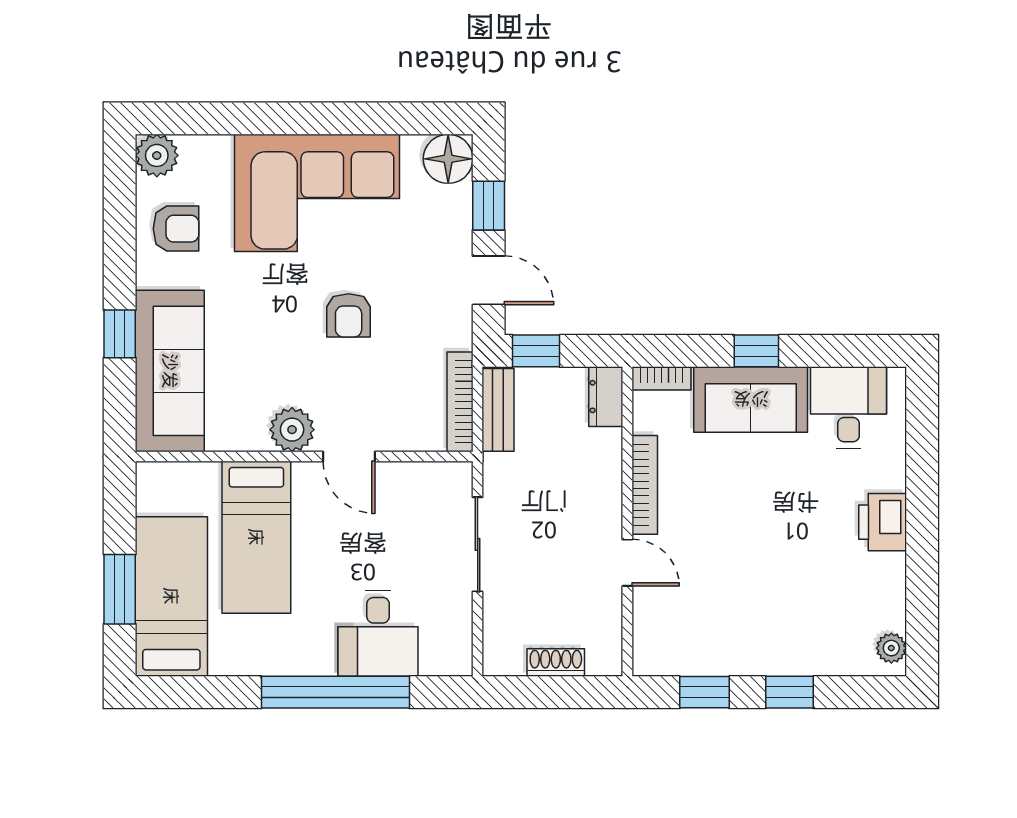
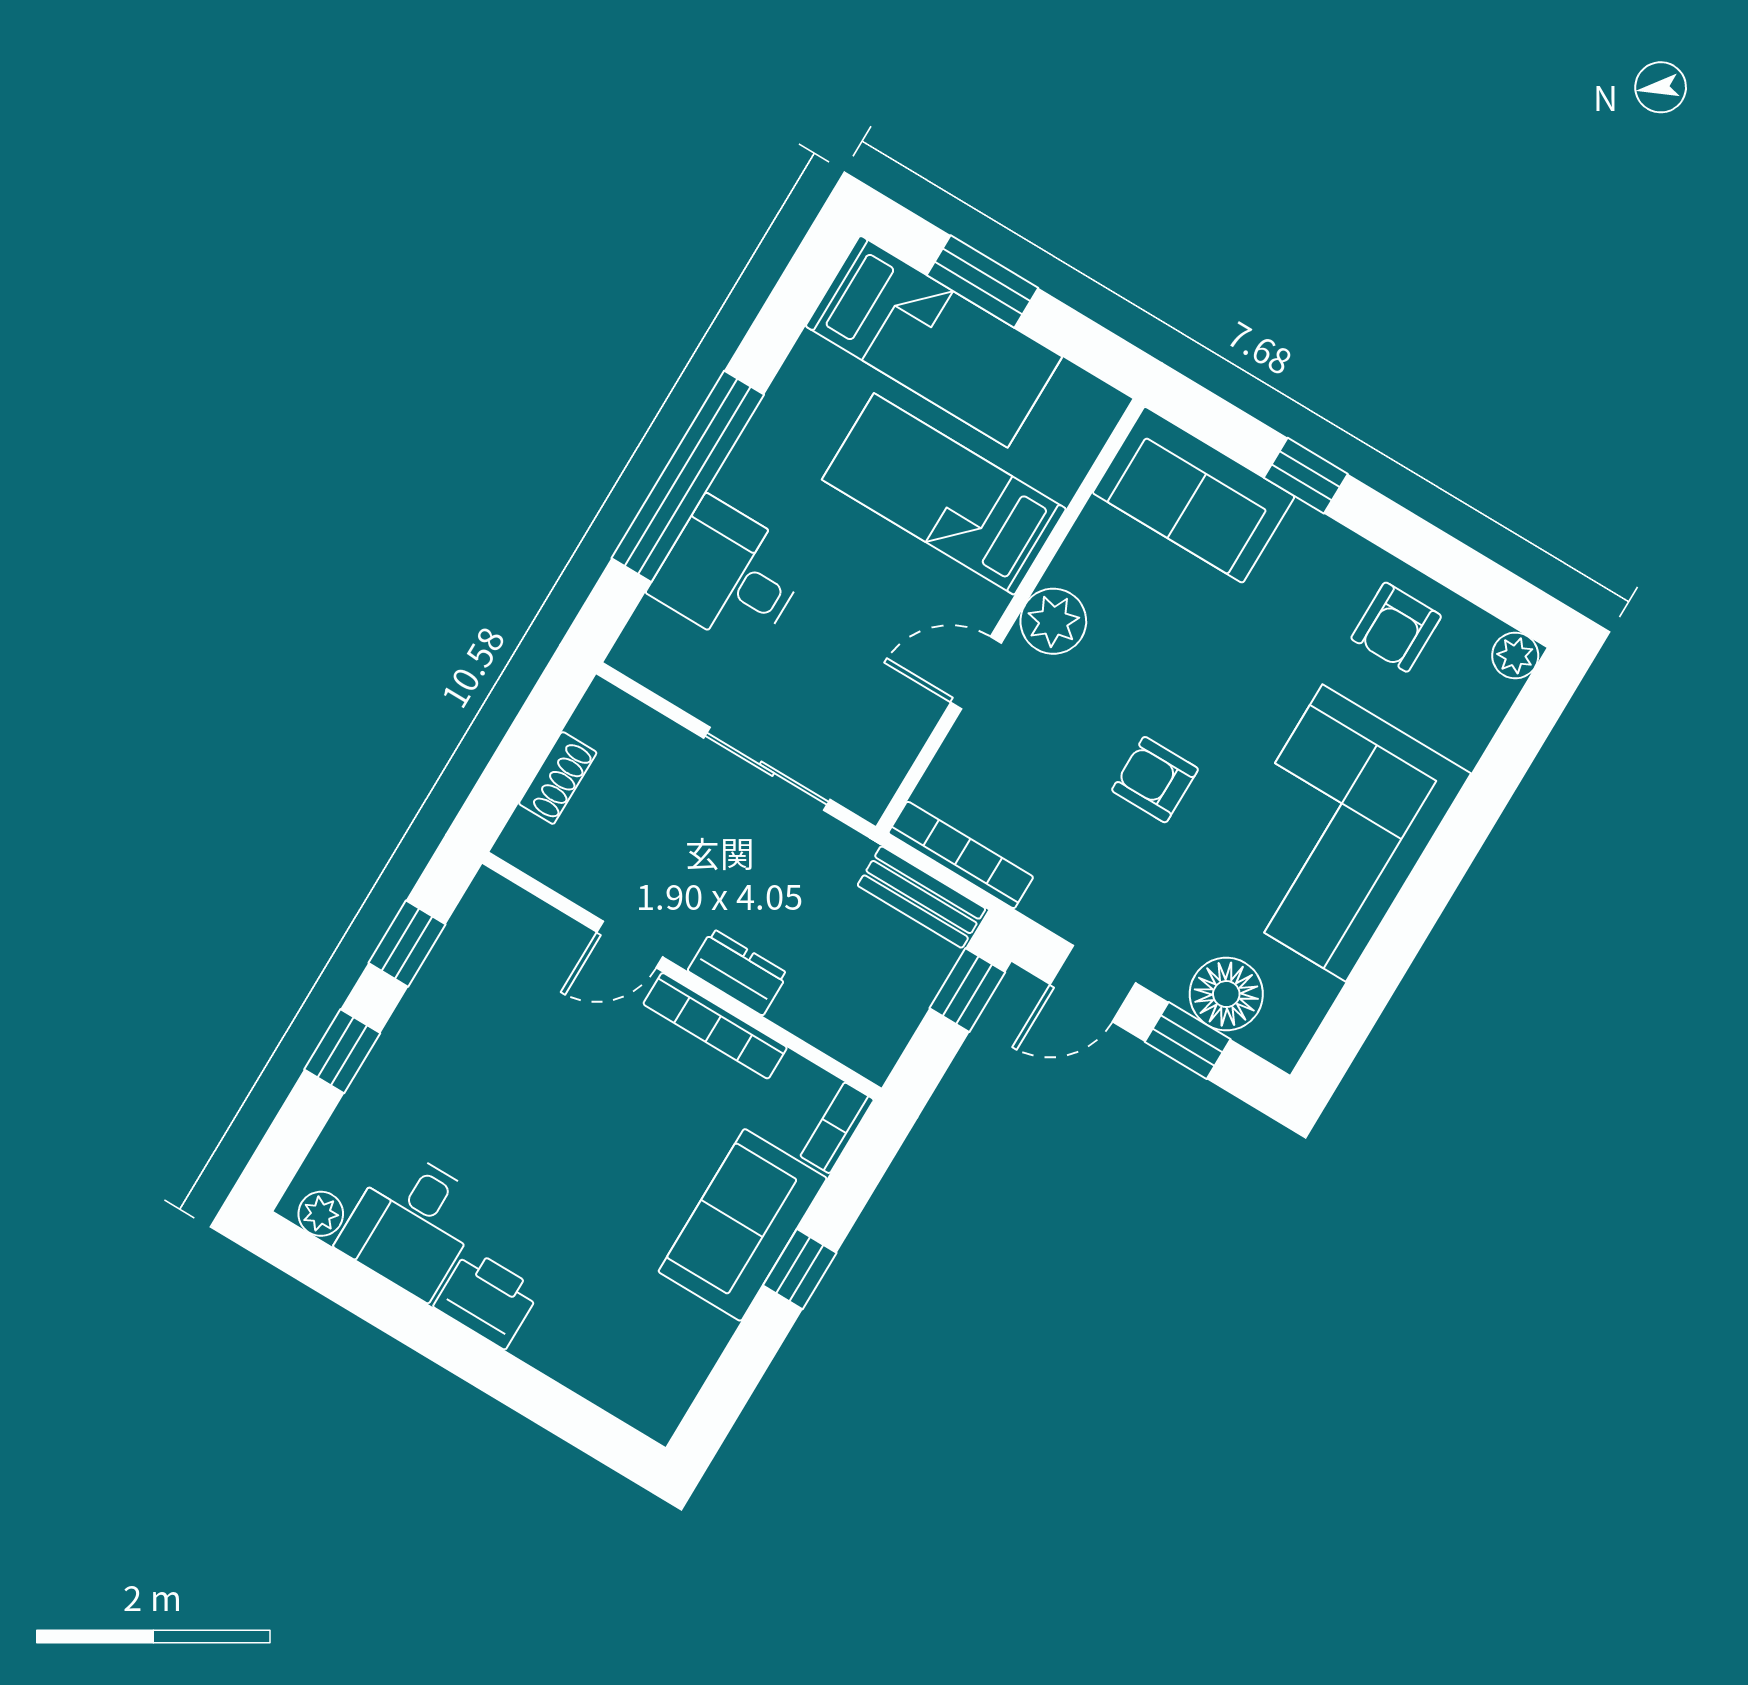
plant: (157, 155) -> (1515, 656), width x0.73, depth x0.73
floor lamp: (448, 159) -> (1226, 994), moved
sofa: (170, 371) -> (1194, 495), width x0.73
dresser: (606, 397) -> (738, 972), moved
desk: (849, 408) -> (412, 1224), moved, turned 90

